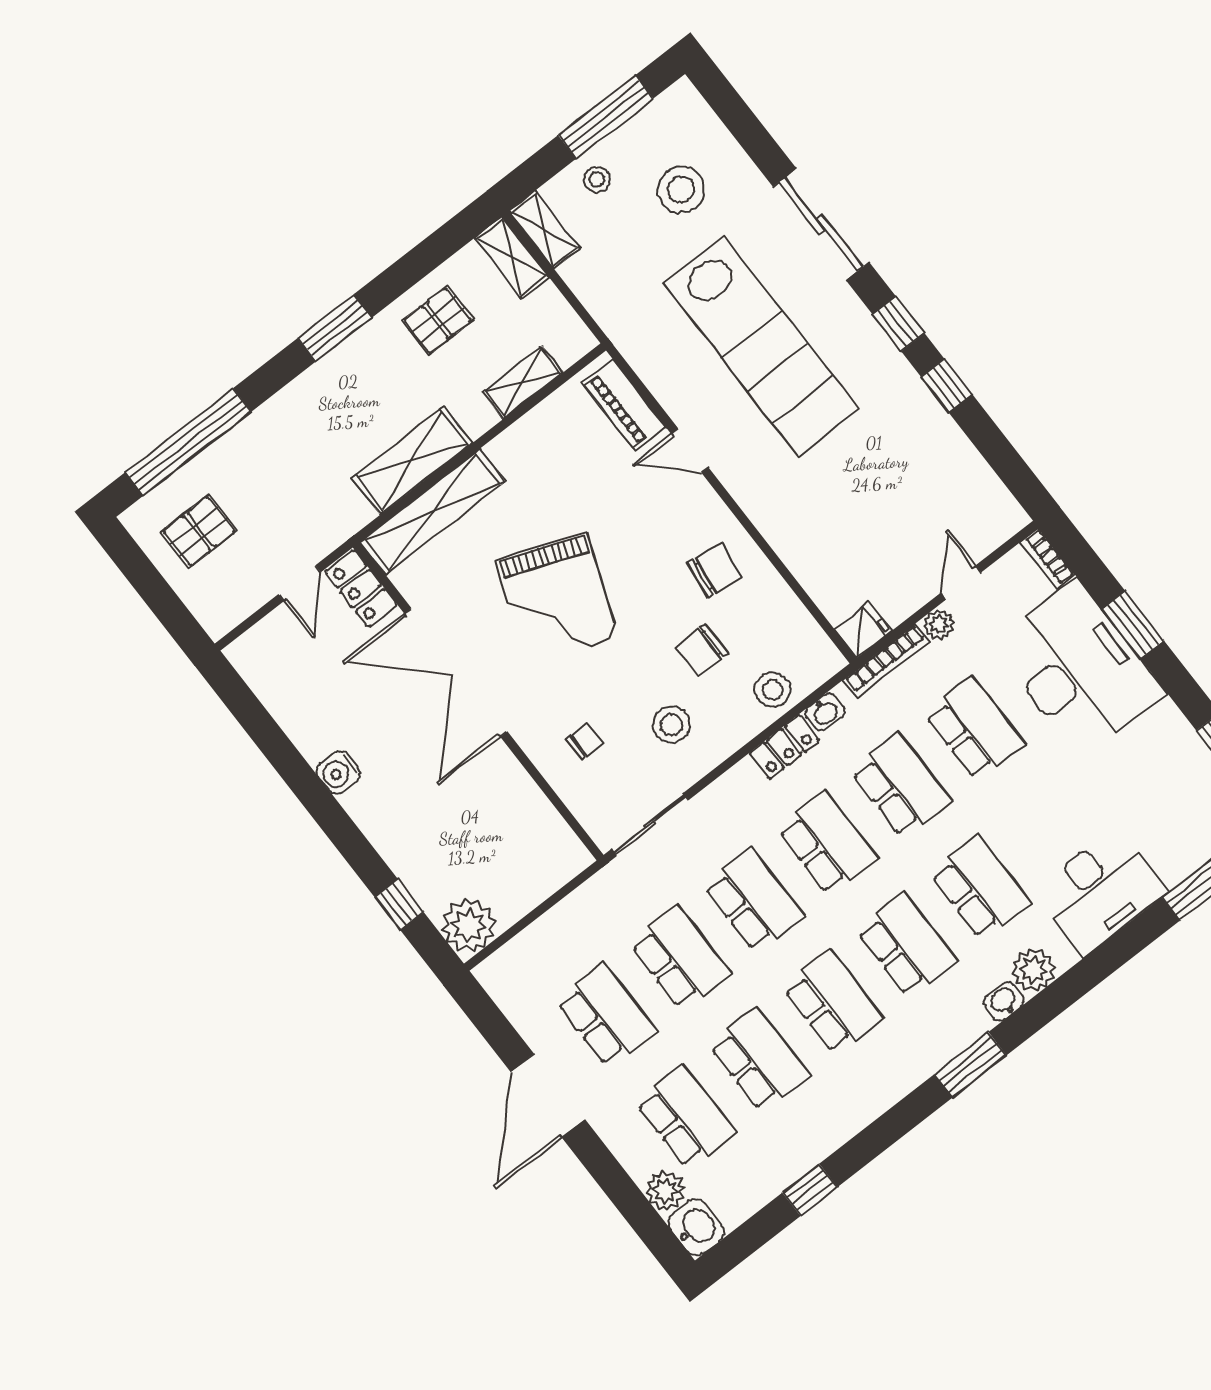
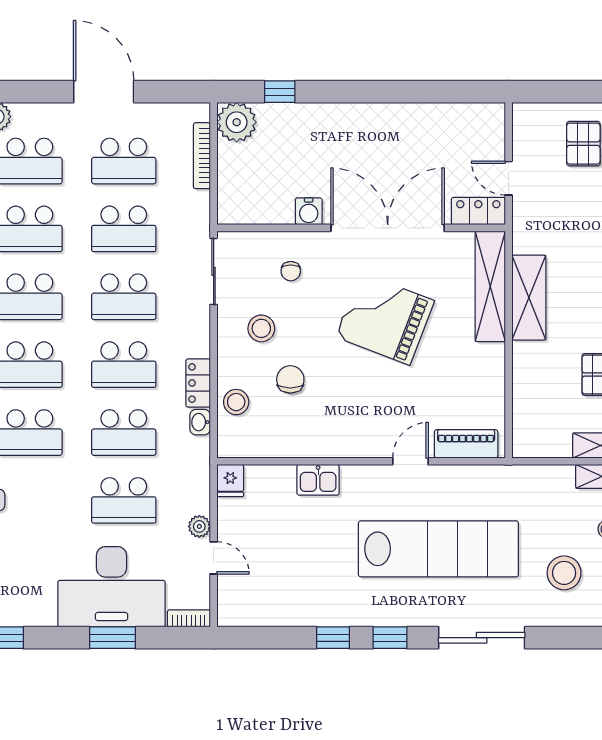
lab bench: (761, 346) -> (438, 549), turned 180
shelving: (523, 382) -> (524, 396), removed
kitchen sink: (788, 535) -> (318, 480), added
chair: (715, 570) -> (331, 422), removed
bookcase: (886, 661) -> (202, 156), moved
water cooler: (338, 772) -> (309, 211), moved, turned 180

